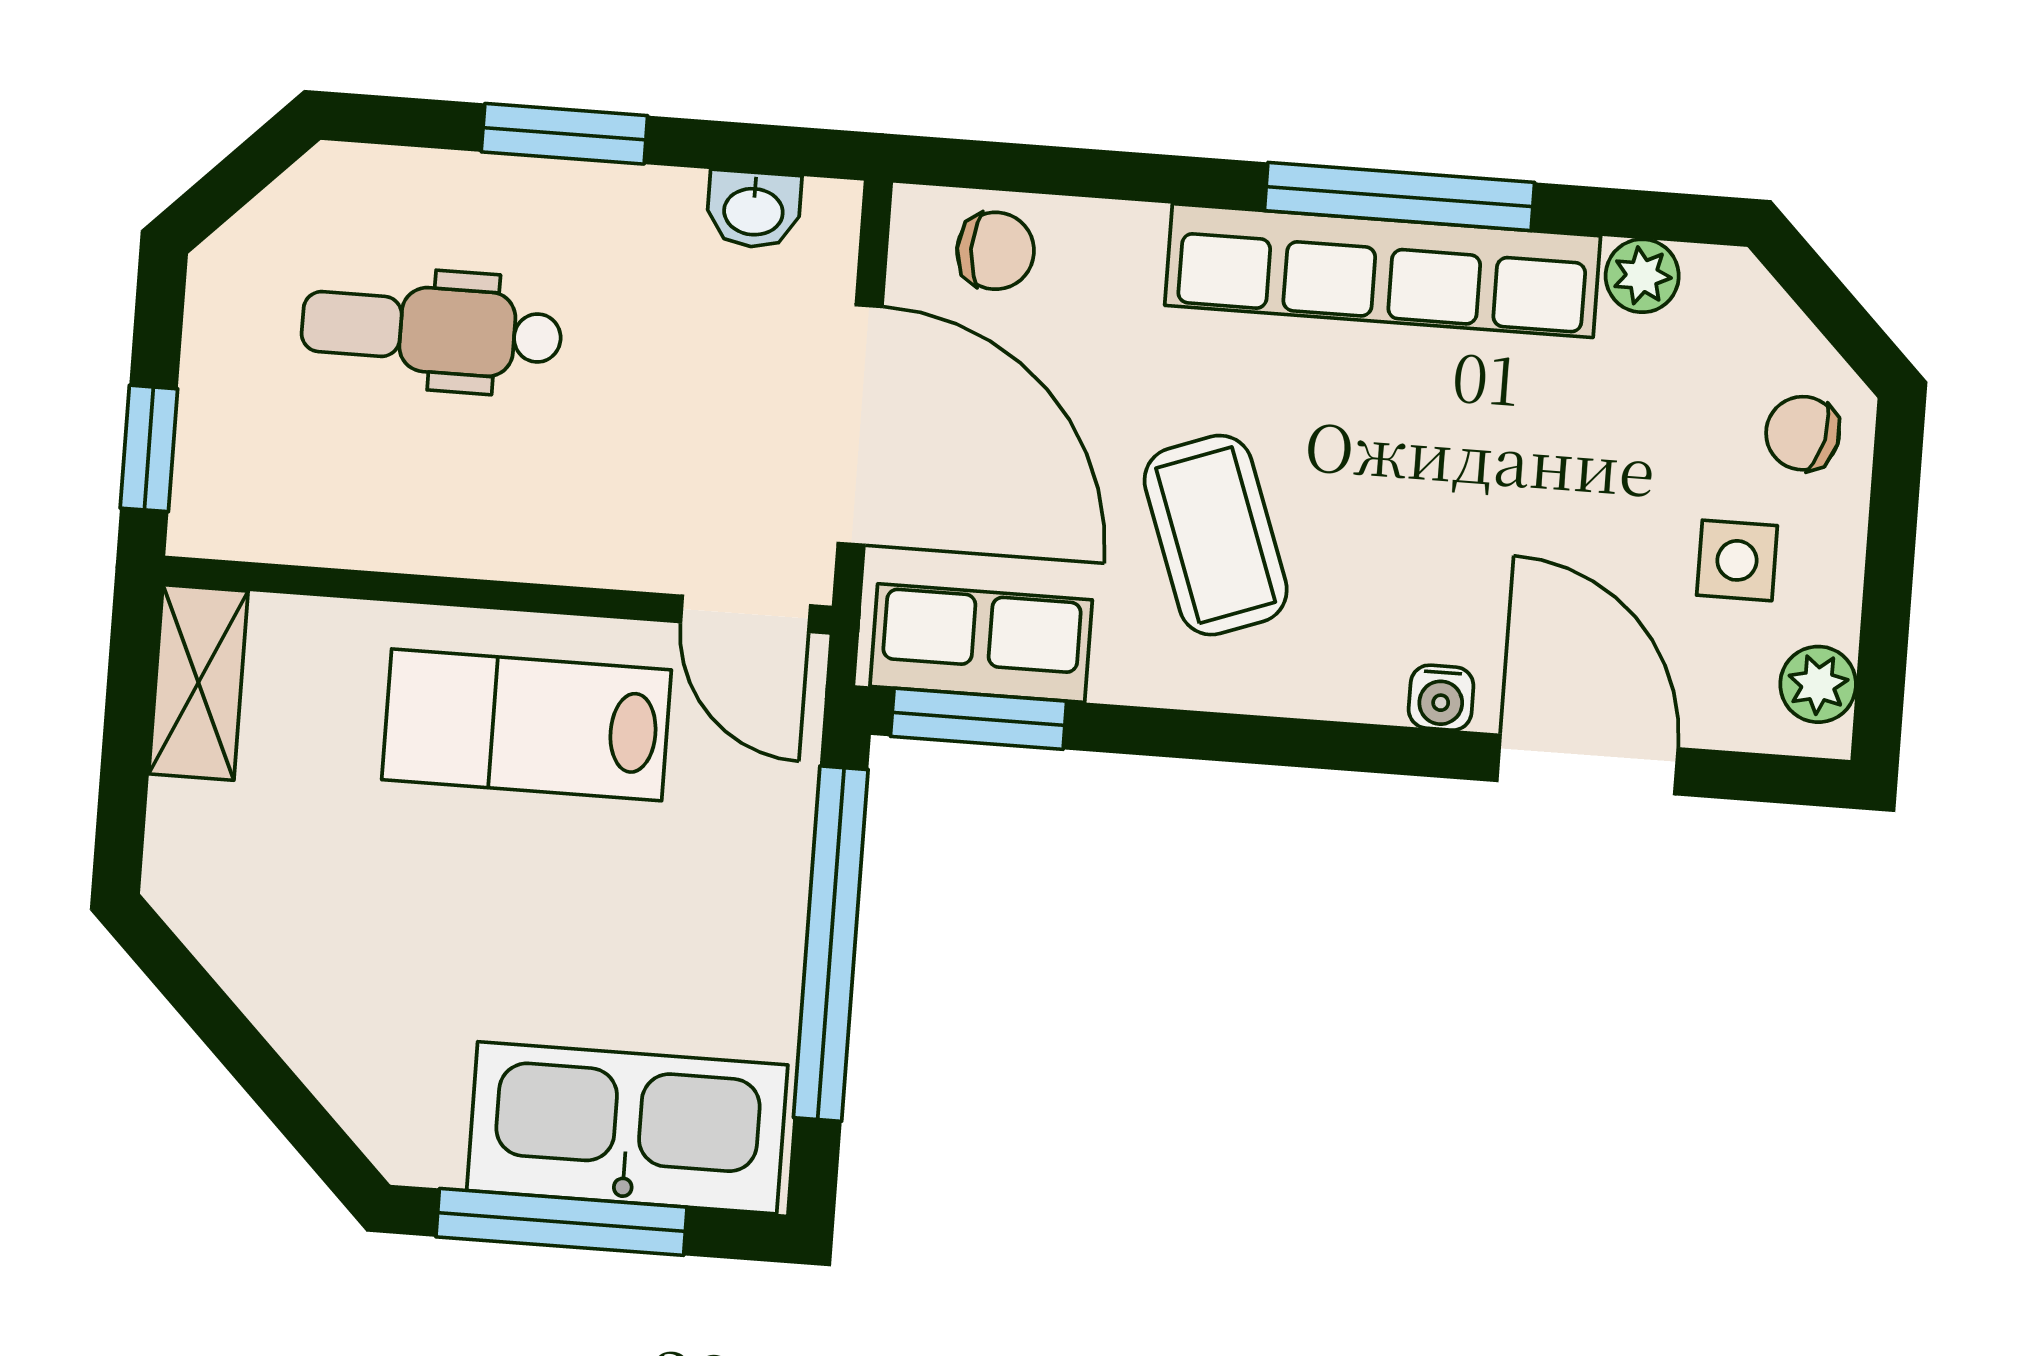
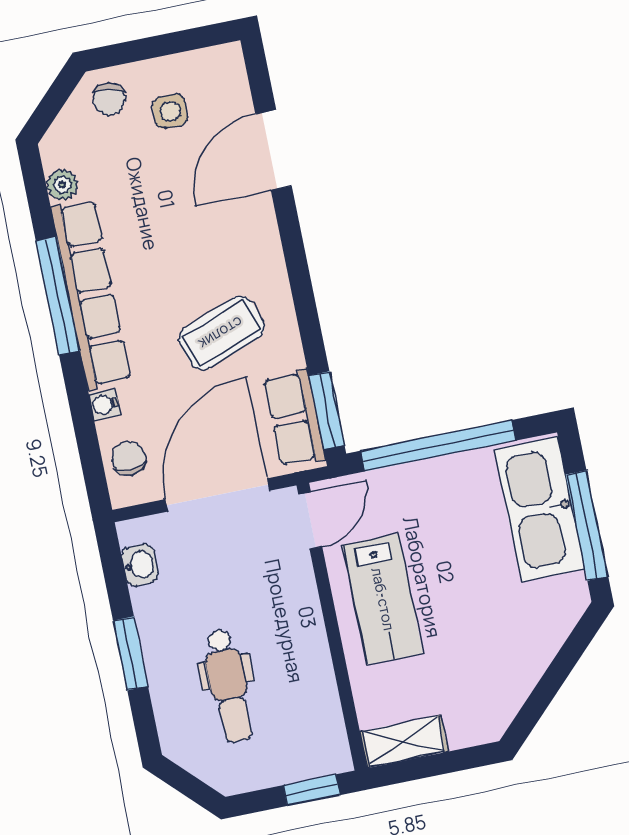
plant: (1818, 684) -> (213, 63), removed
water cooler: (1441, 698) -> (105, 404), moved, turned 180

